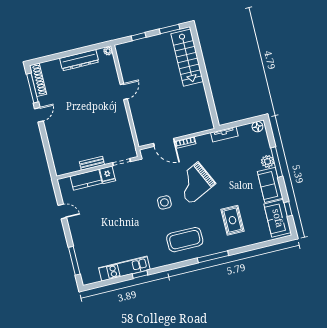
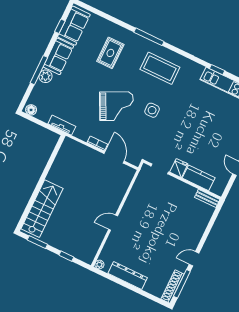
bench: (92, 163) -> (207, 198), moved

